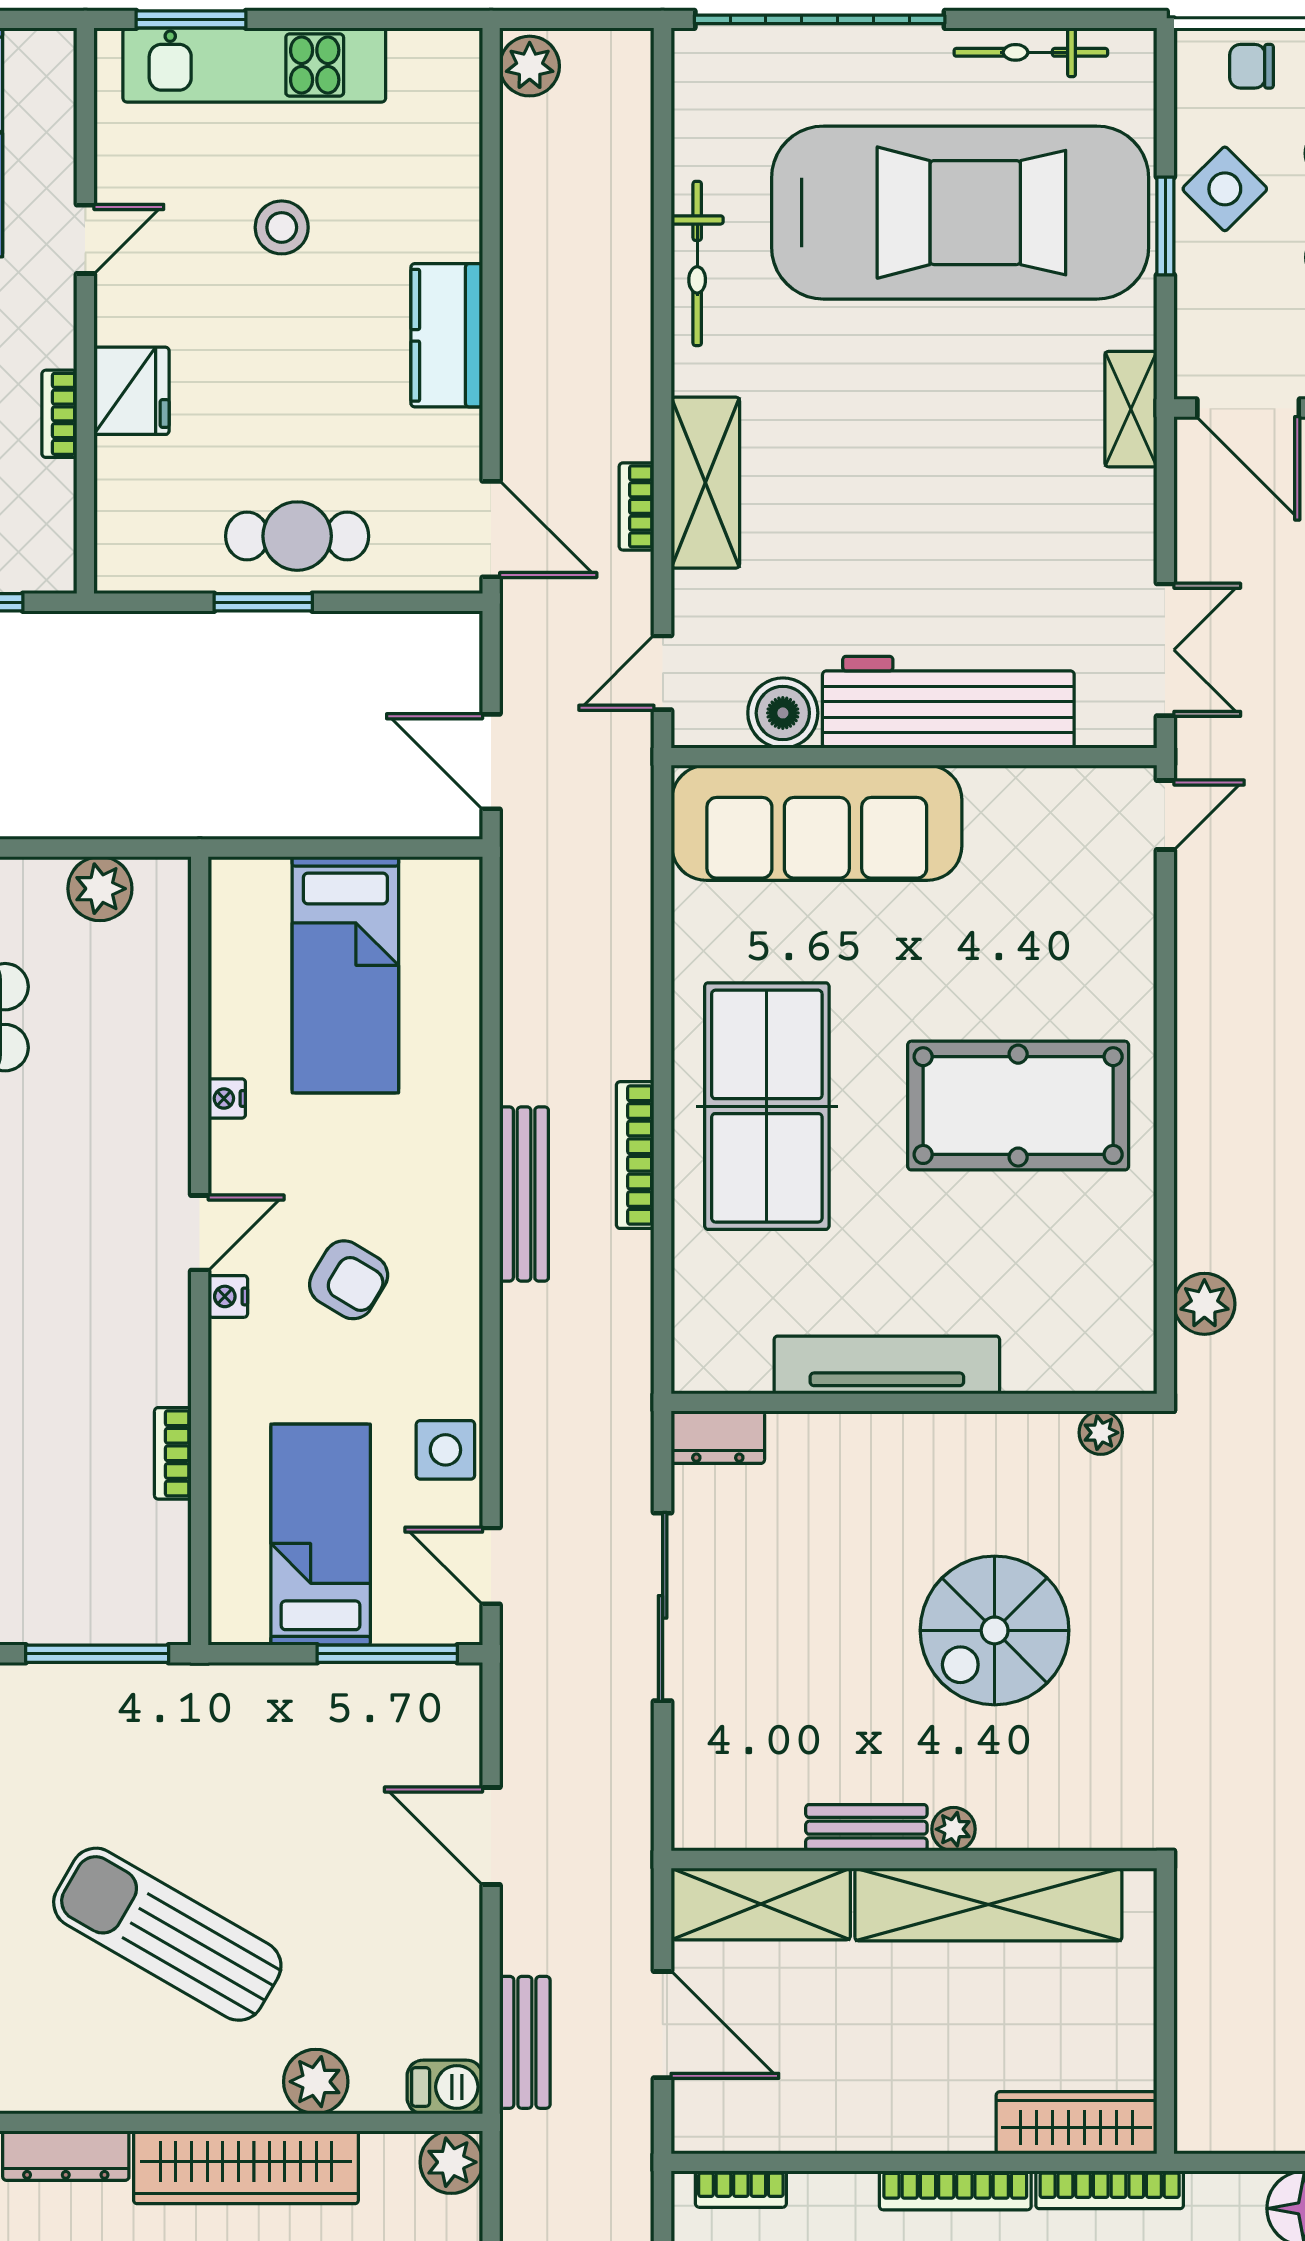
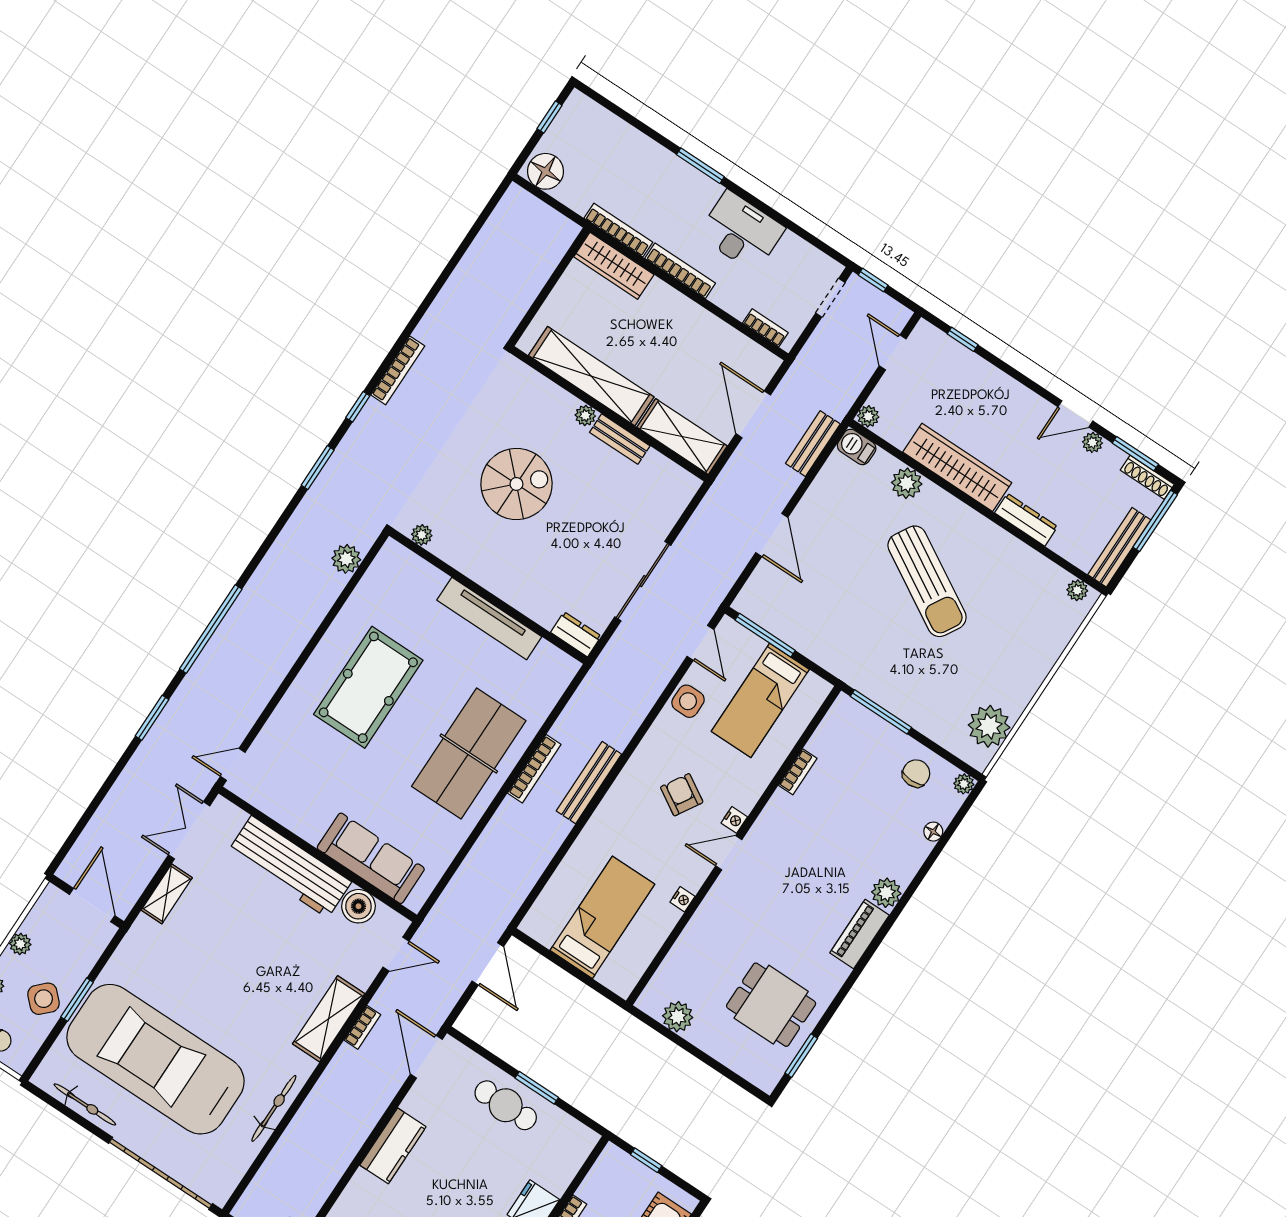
shelving: (1131, 409) -> (167, 894), moved
sofa: (817, 823) -> (371, 858), width x0.74, depth x0.79
pool table: (1018, 1106) -> (368, 687), turned 90
plant: (451, 2162) -> (868, 416), width x0.73, depth x0.73

